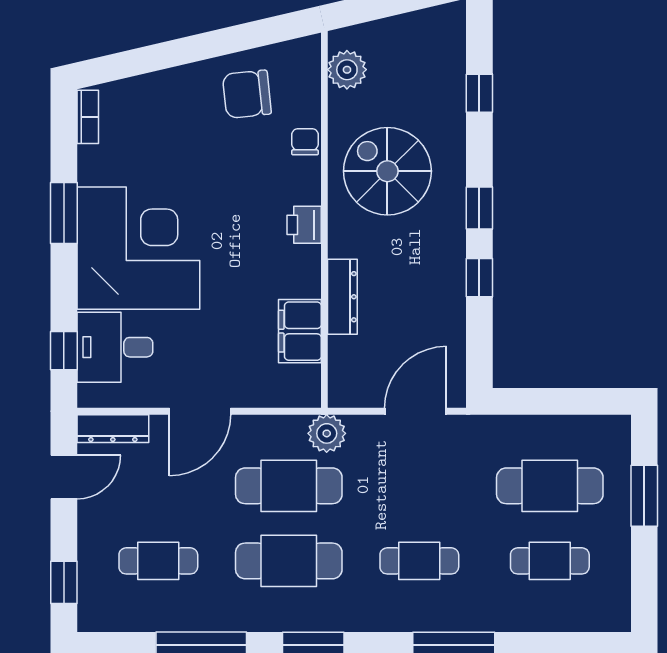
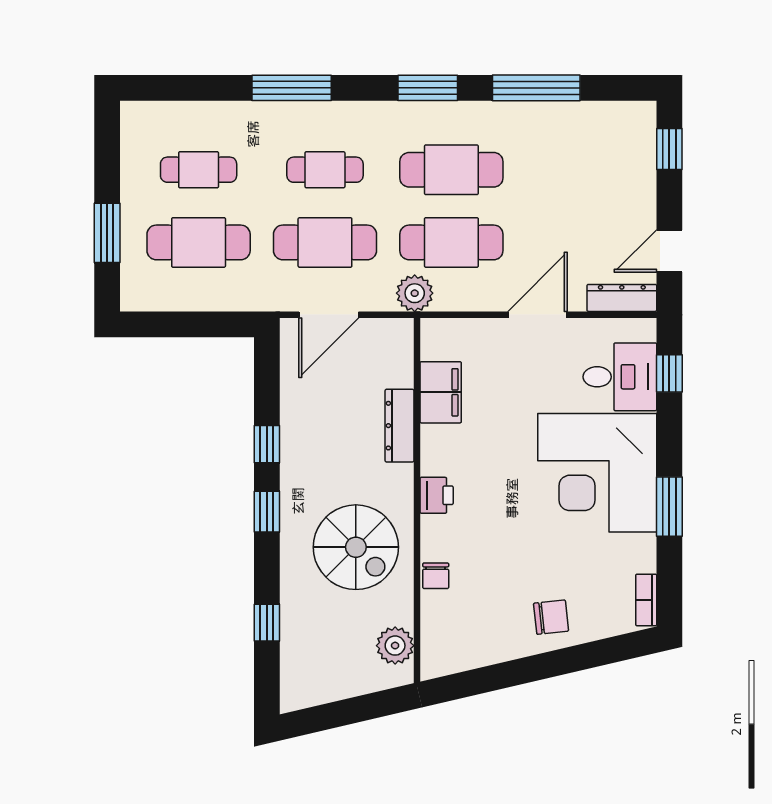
chair: (247, 94) -> (551, 617), moved, width x0.73, depth x0.73
cafe table: (158, 561) -> (325, 242), moved, width x1.37, depth x1.35

